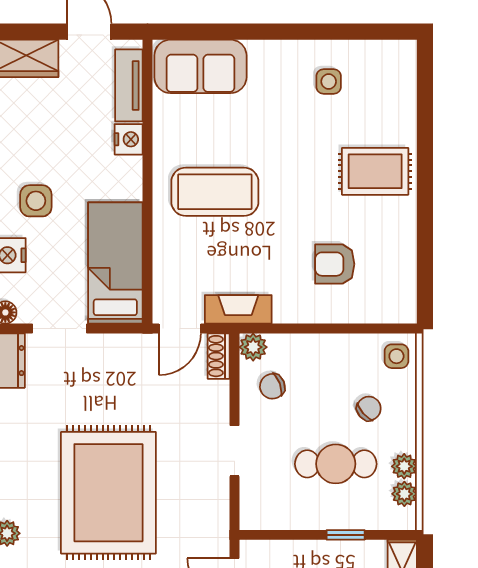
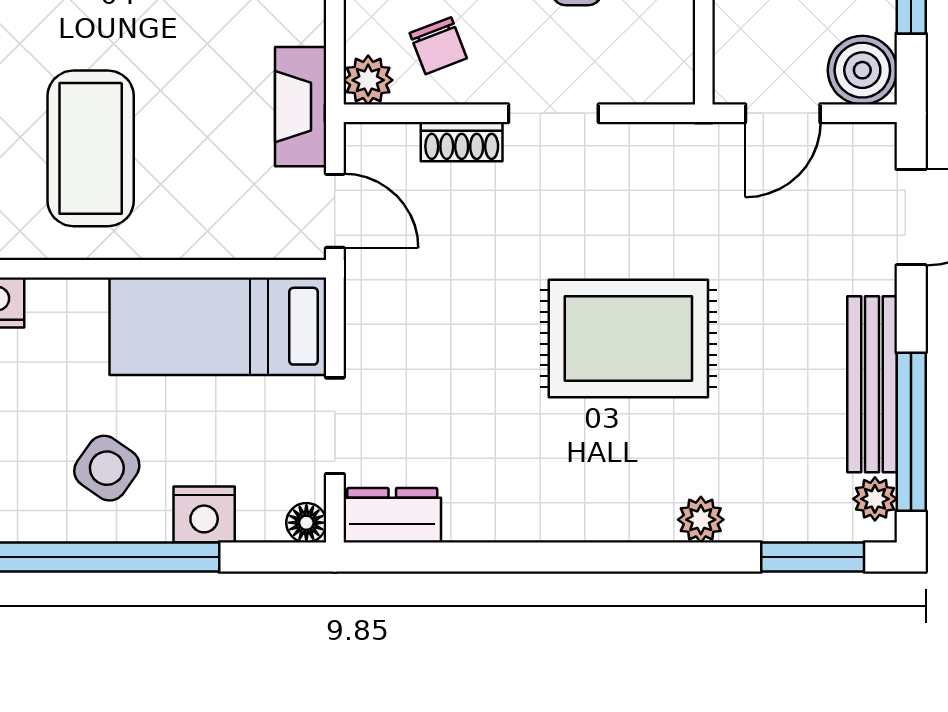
side table: (36, 201) -> (107, 468), turned 35
shoe rack: (219, 356) -> (462, 142), moved
rug: (108, 493) -> (628, 338), width x0.73, depth x0.69

